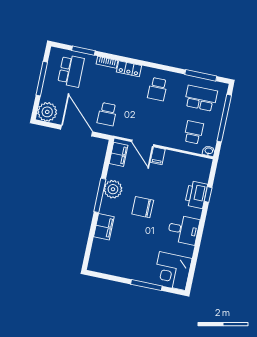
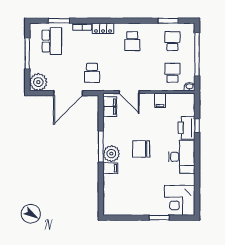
window: (201, 75) -> (168, 21), width x0.69
school desk: (201, 98) -> (172, 41), width x0.54
door: (77, 131) -> (68, 93), swing flipped
filing cabinet: (158, 156) -> (160, 100), moved
plant: (113, 189) -> (111, 154), moved
filing cabinet: (104, 227) -> (110, 168), width x0.50
desk: (183, 230) -> (182, 157), width x1.37
window: (146, 285) -> (159, 218), width x0.69

